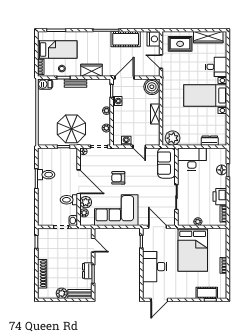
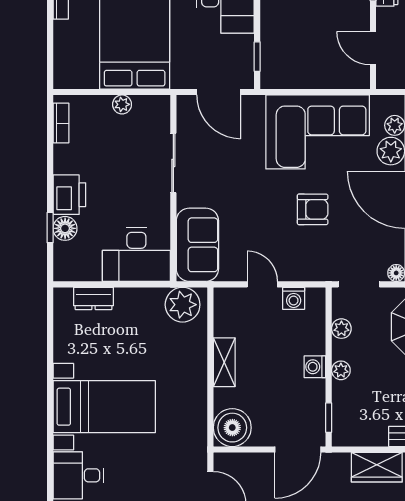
washing machine: (117, 101) -> (315, 367), moved
printer: (220, 197) -> (69, 195), moved

